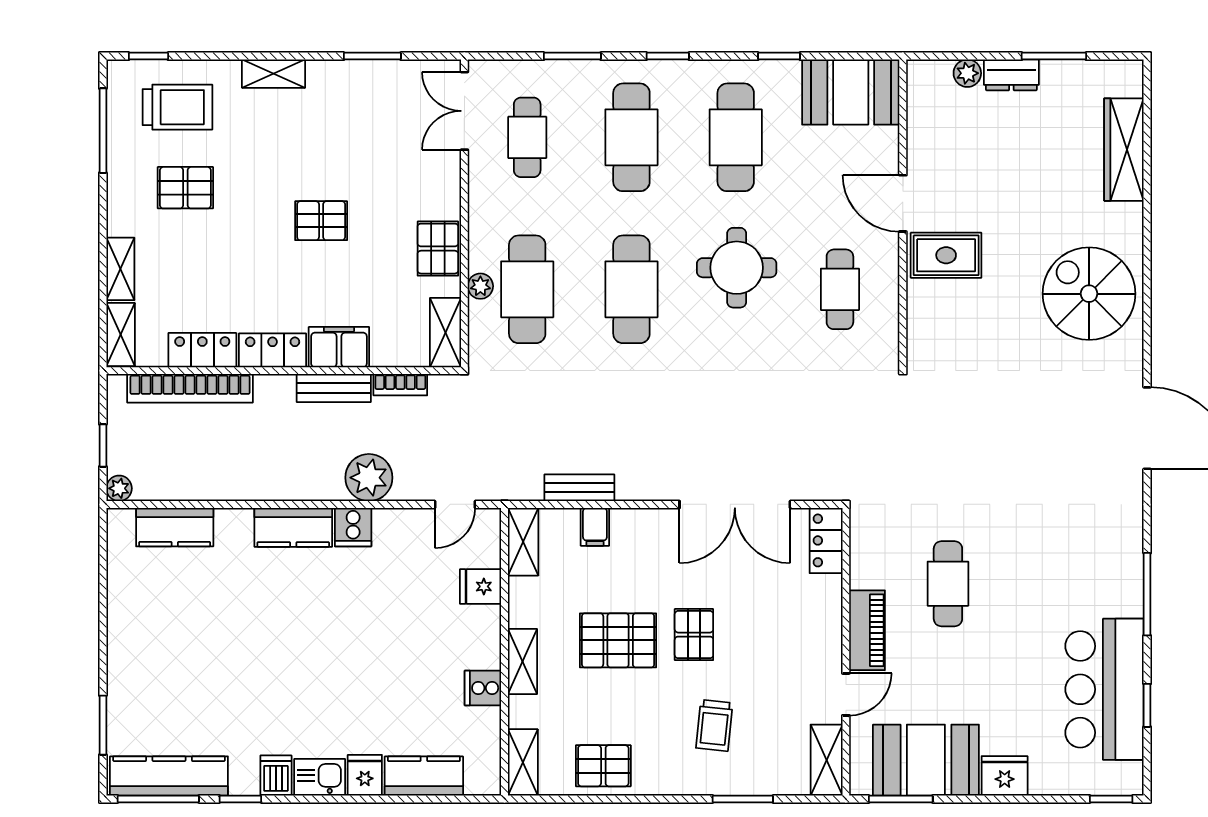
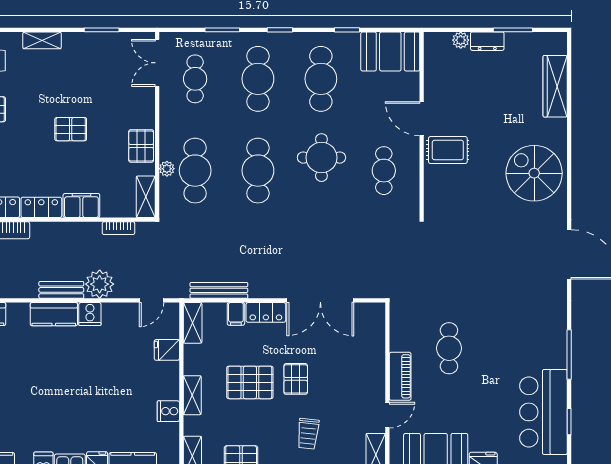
bench: (334, 388) -> (61, 290), moved
bench: (579, 488) -> (219, 290), width x1.36
locker: (826, 540) -> (266, 312), moved, turned -90

